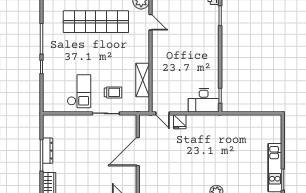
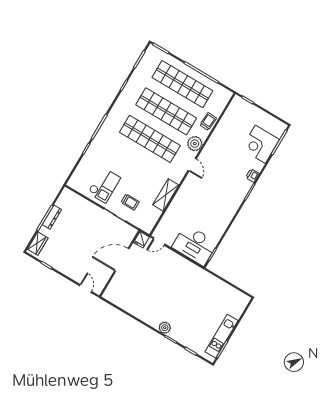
shelving: (143, 80) -> (166, 195), moved
desk: (204, 100) -> (195, 245), width x1.36, depth x1.30
door: (162, 113) -> (159, 241), hinge flipped
fridge: (180, 122) -> (141, 240), moved

